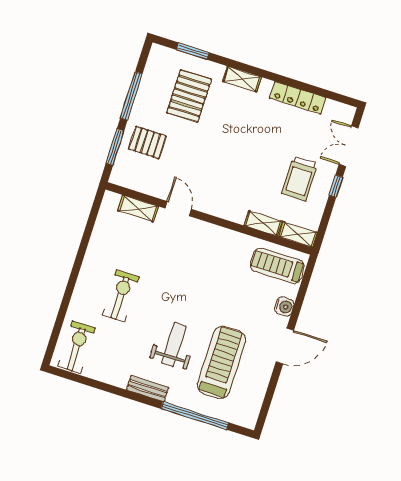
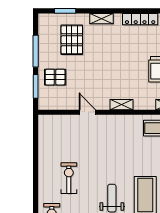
shelving: (138, 208) -> (62, 120), removed
shelving: (263, 223) -> (121, 105), moved

